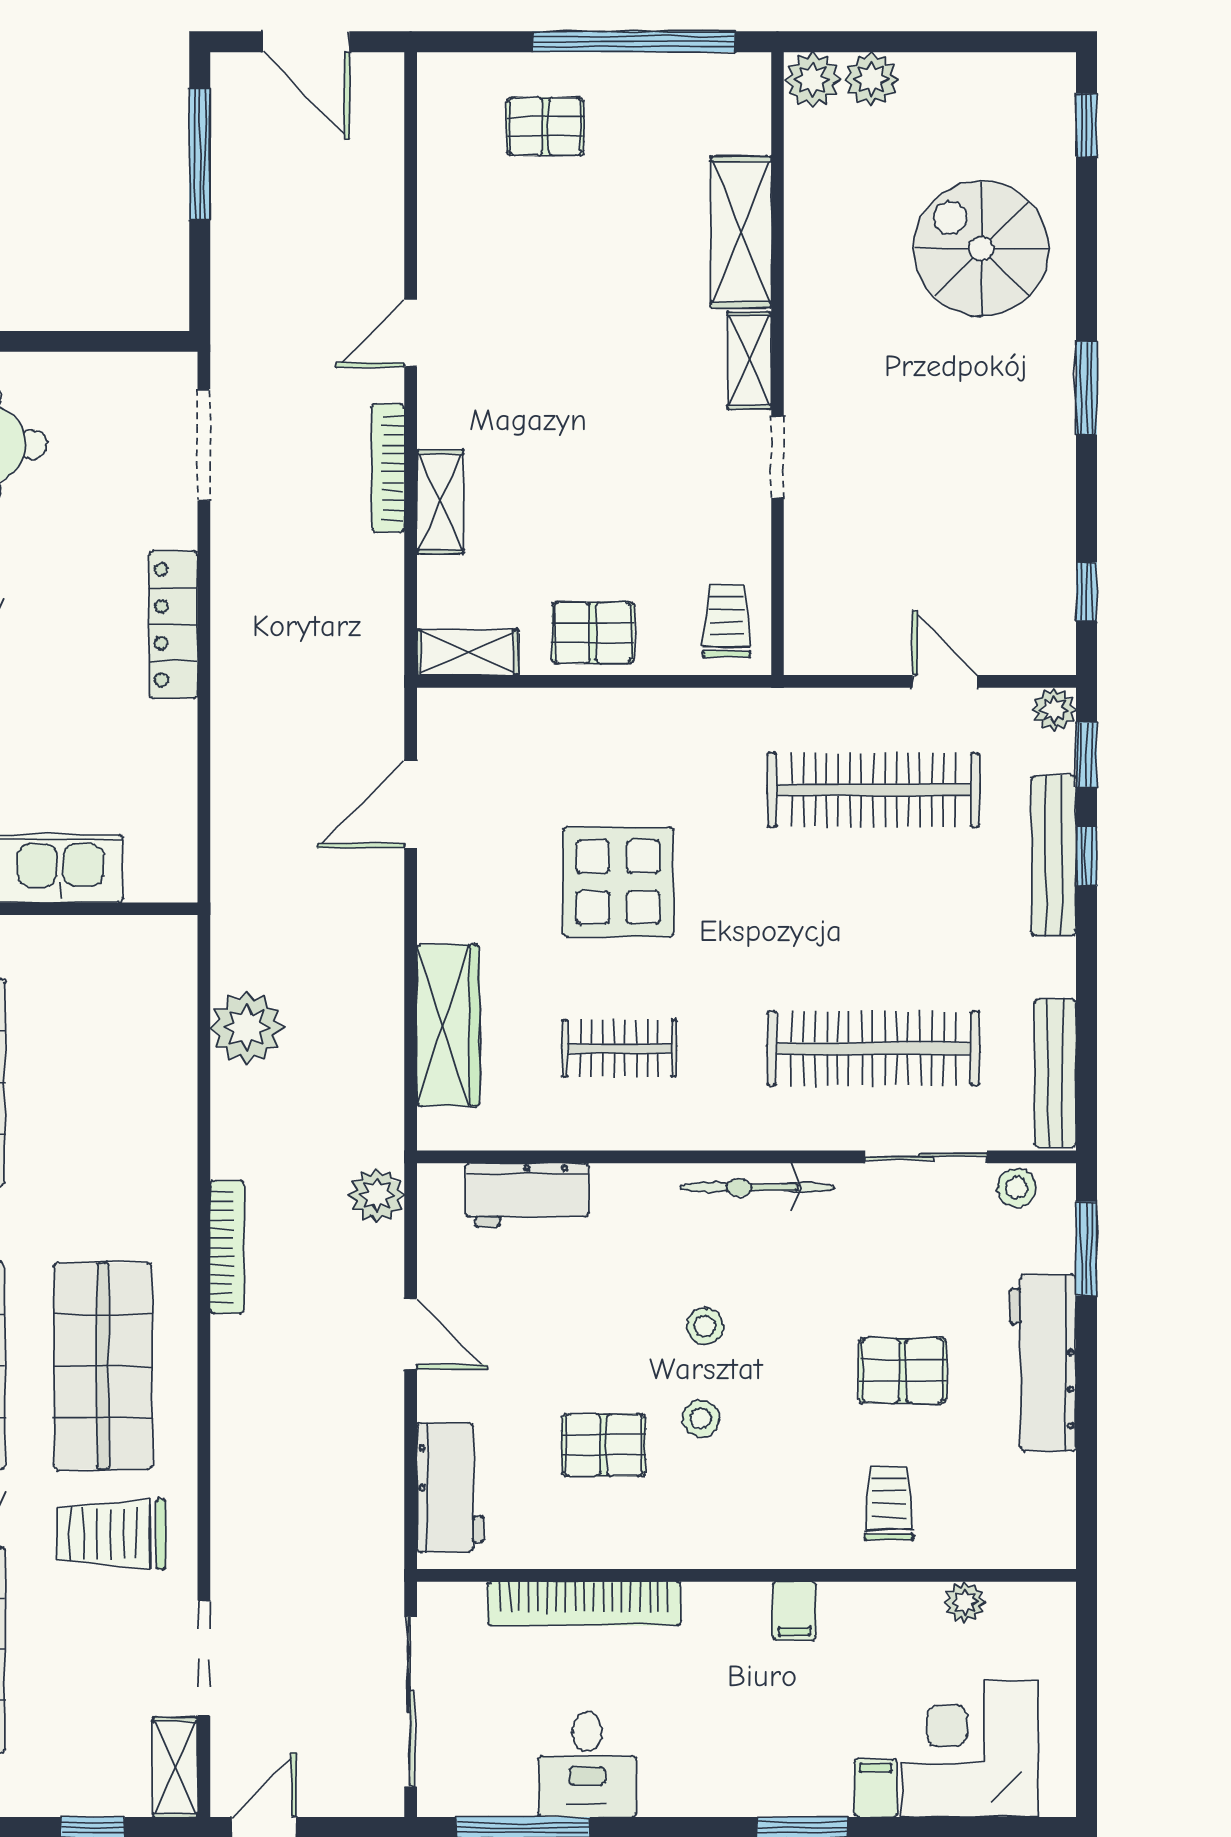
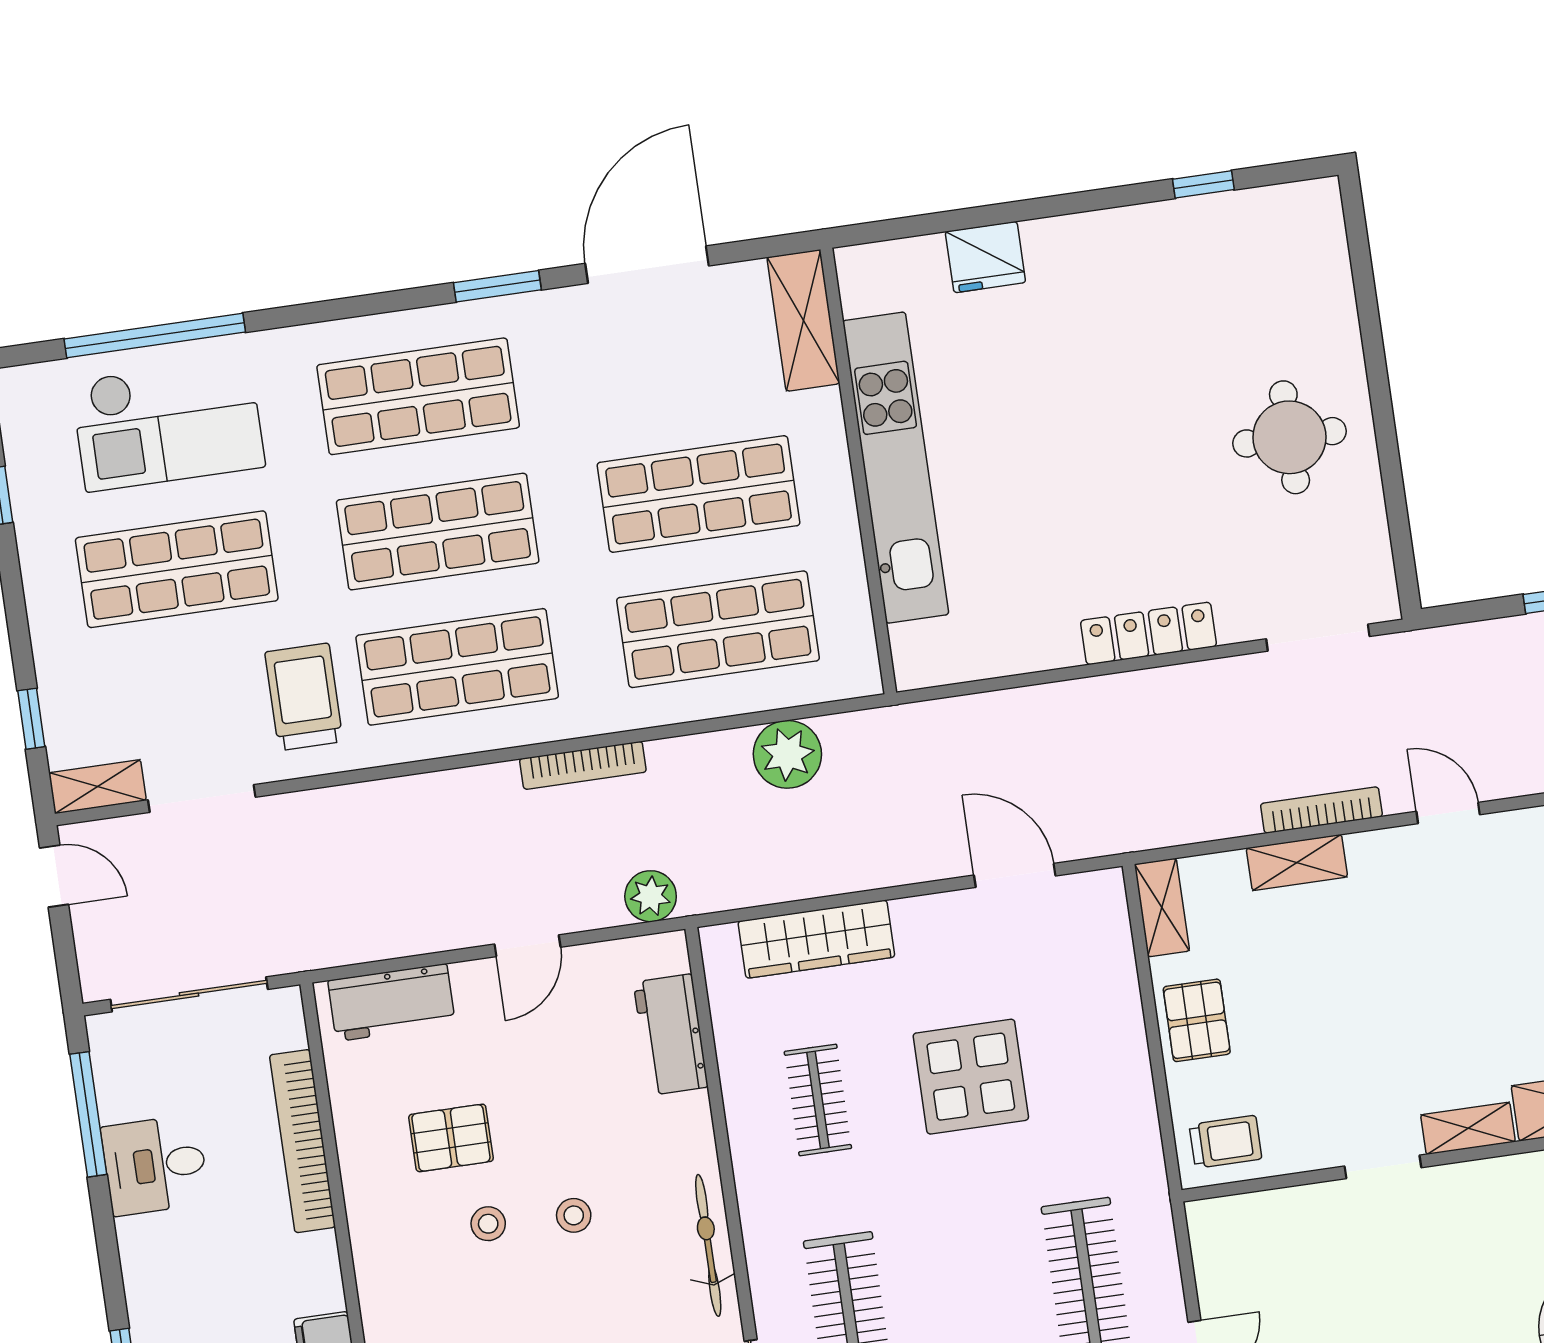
shop shelf: (103, 1083) -> (718, 629), added
pallet: (604, 1445) -> (451, 1138), turned 90

